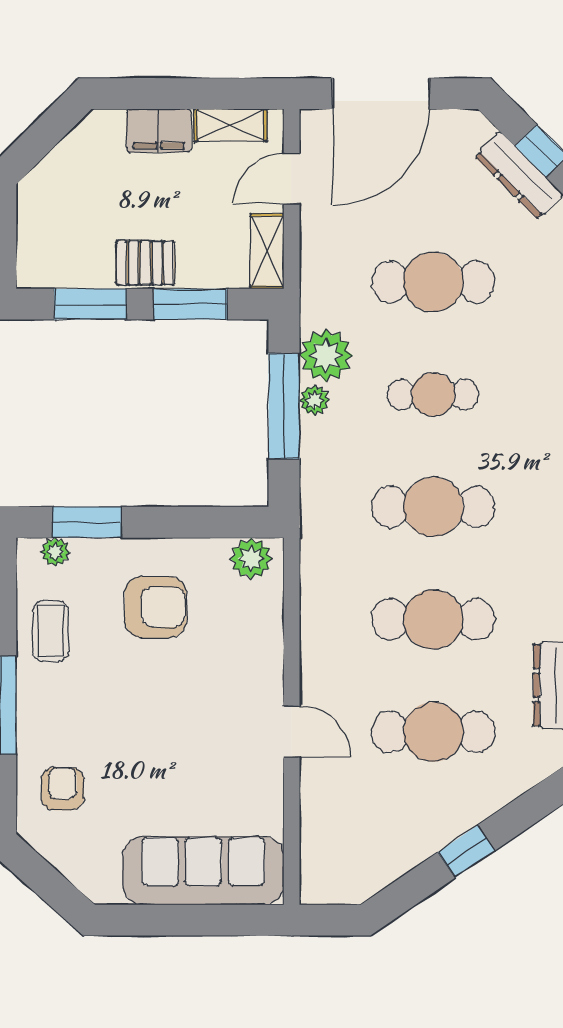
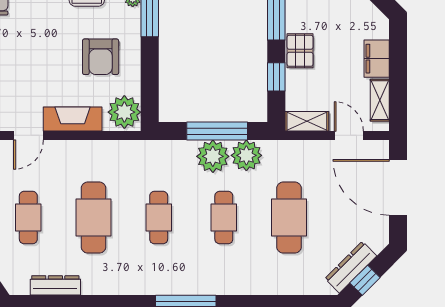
window: (190, 304) -> (276, 77), width x0.67
plant: (314, 400) -> (213, 156), width x1.87, depth x1.87
cafe table: (433, 507) -> (159, 218), width x0.73, depth x0.74
plant: (251, 558) -> (124, 112), width x1.36, depth x1.36
fireplace: (263, 655) -> (73, 119), added
cafe table: (433, 732) -> (28, 218), width x0.73, depth x0.74

